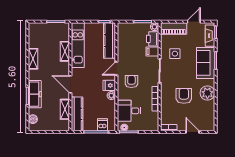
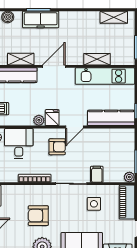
printer: (153, 39) -> (113, 174), removed
shelving: (33, 59) -> (114, 17), moved
door: (116, 69) -> (74, 127), swing flipped
armchair: (184, 96) -> (38, 216), turned 180

